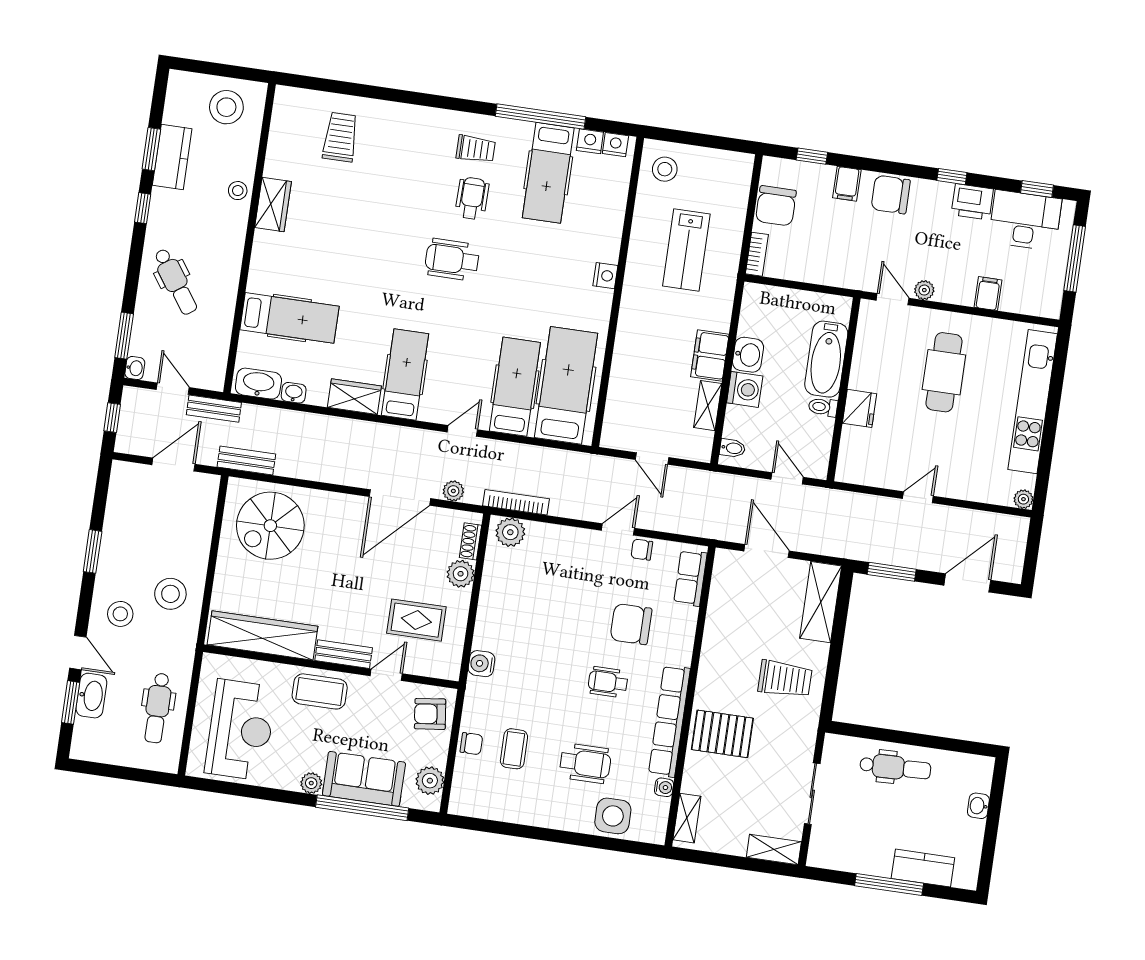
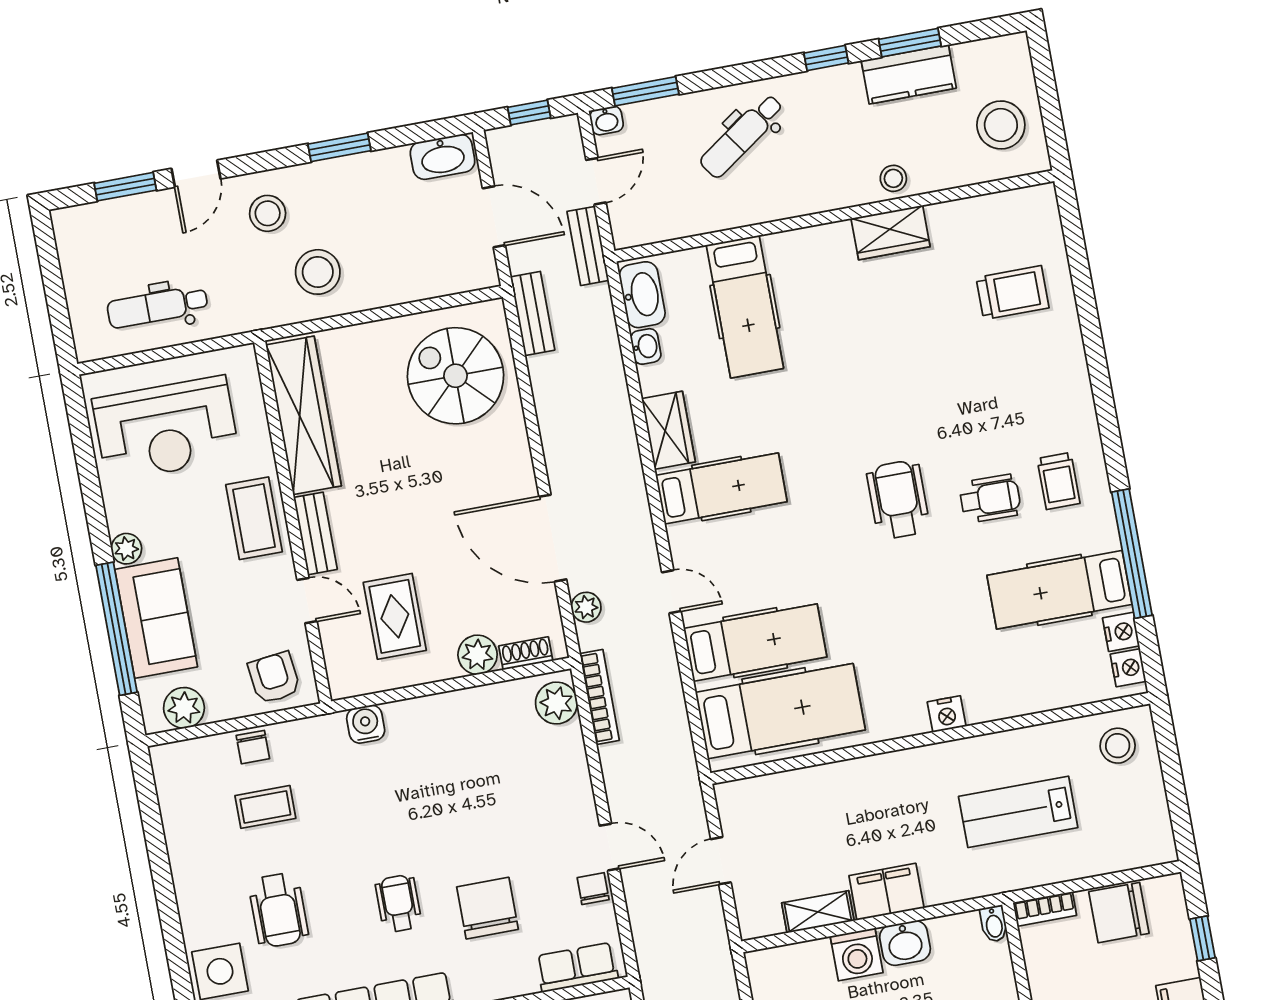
bidet: (732, 448) -> (994, 924), moved
washbasin: (91, 696) -> (443, 157), moved

